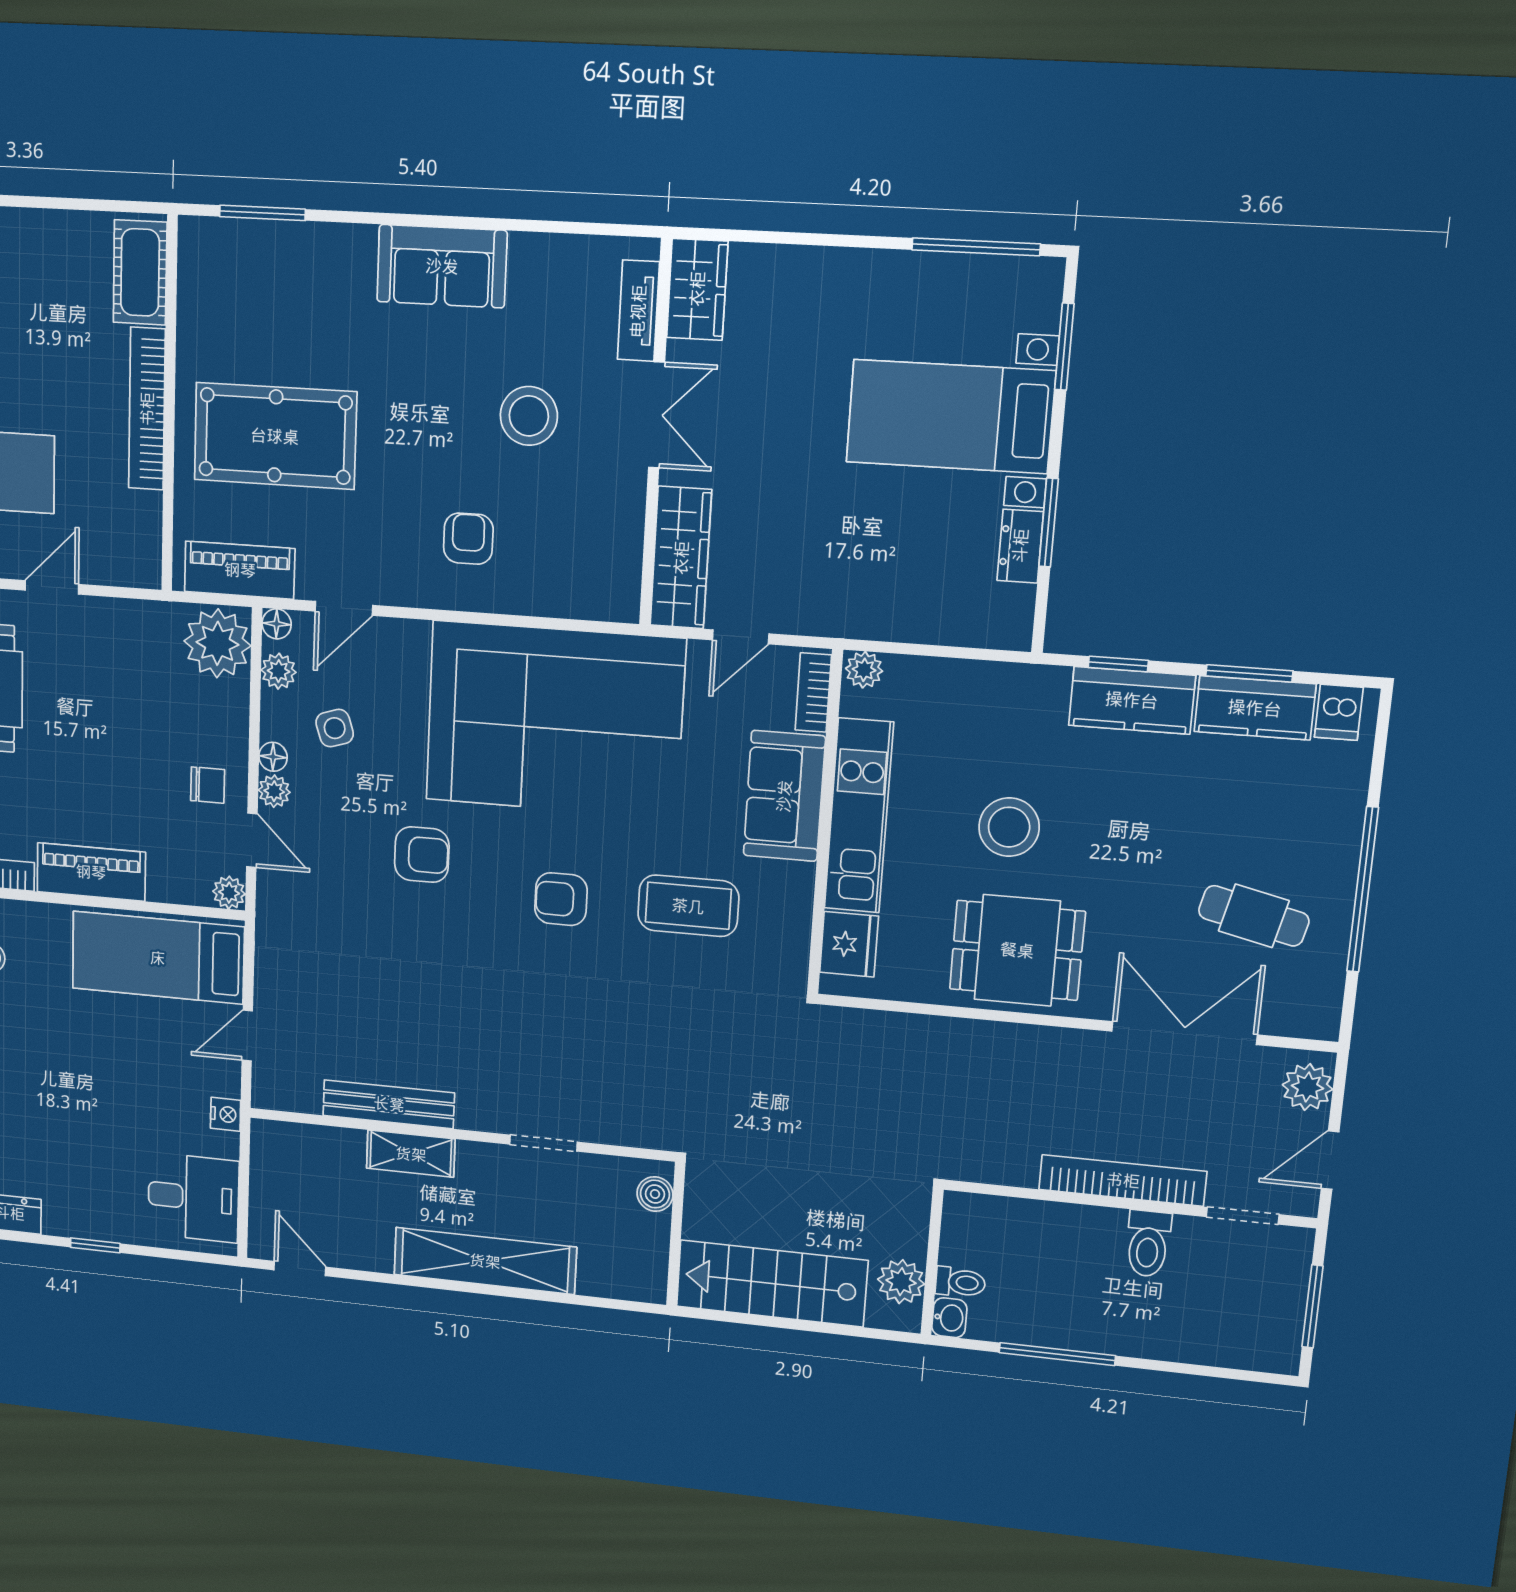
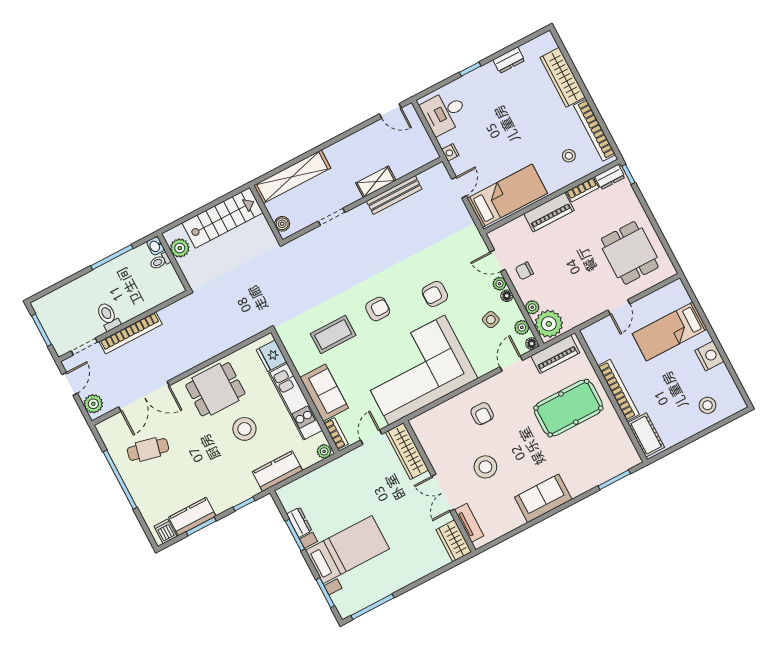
kitchen counter: (1132, 700) -> (277, 471), moved
plant: (229, 893) -> (532, 307), moved
shelving: (485, 1261) -> (292, 177), moved

